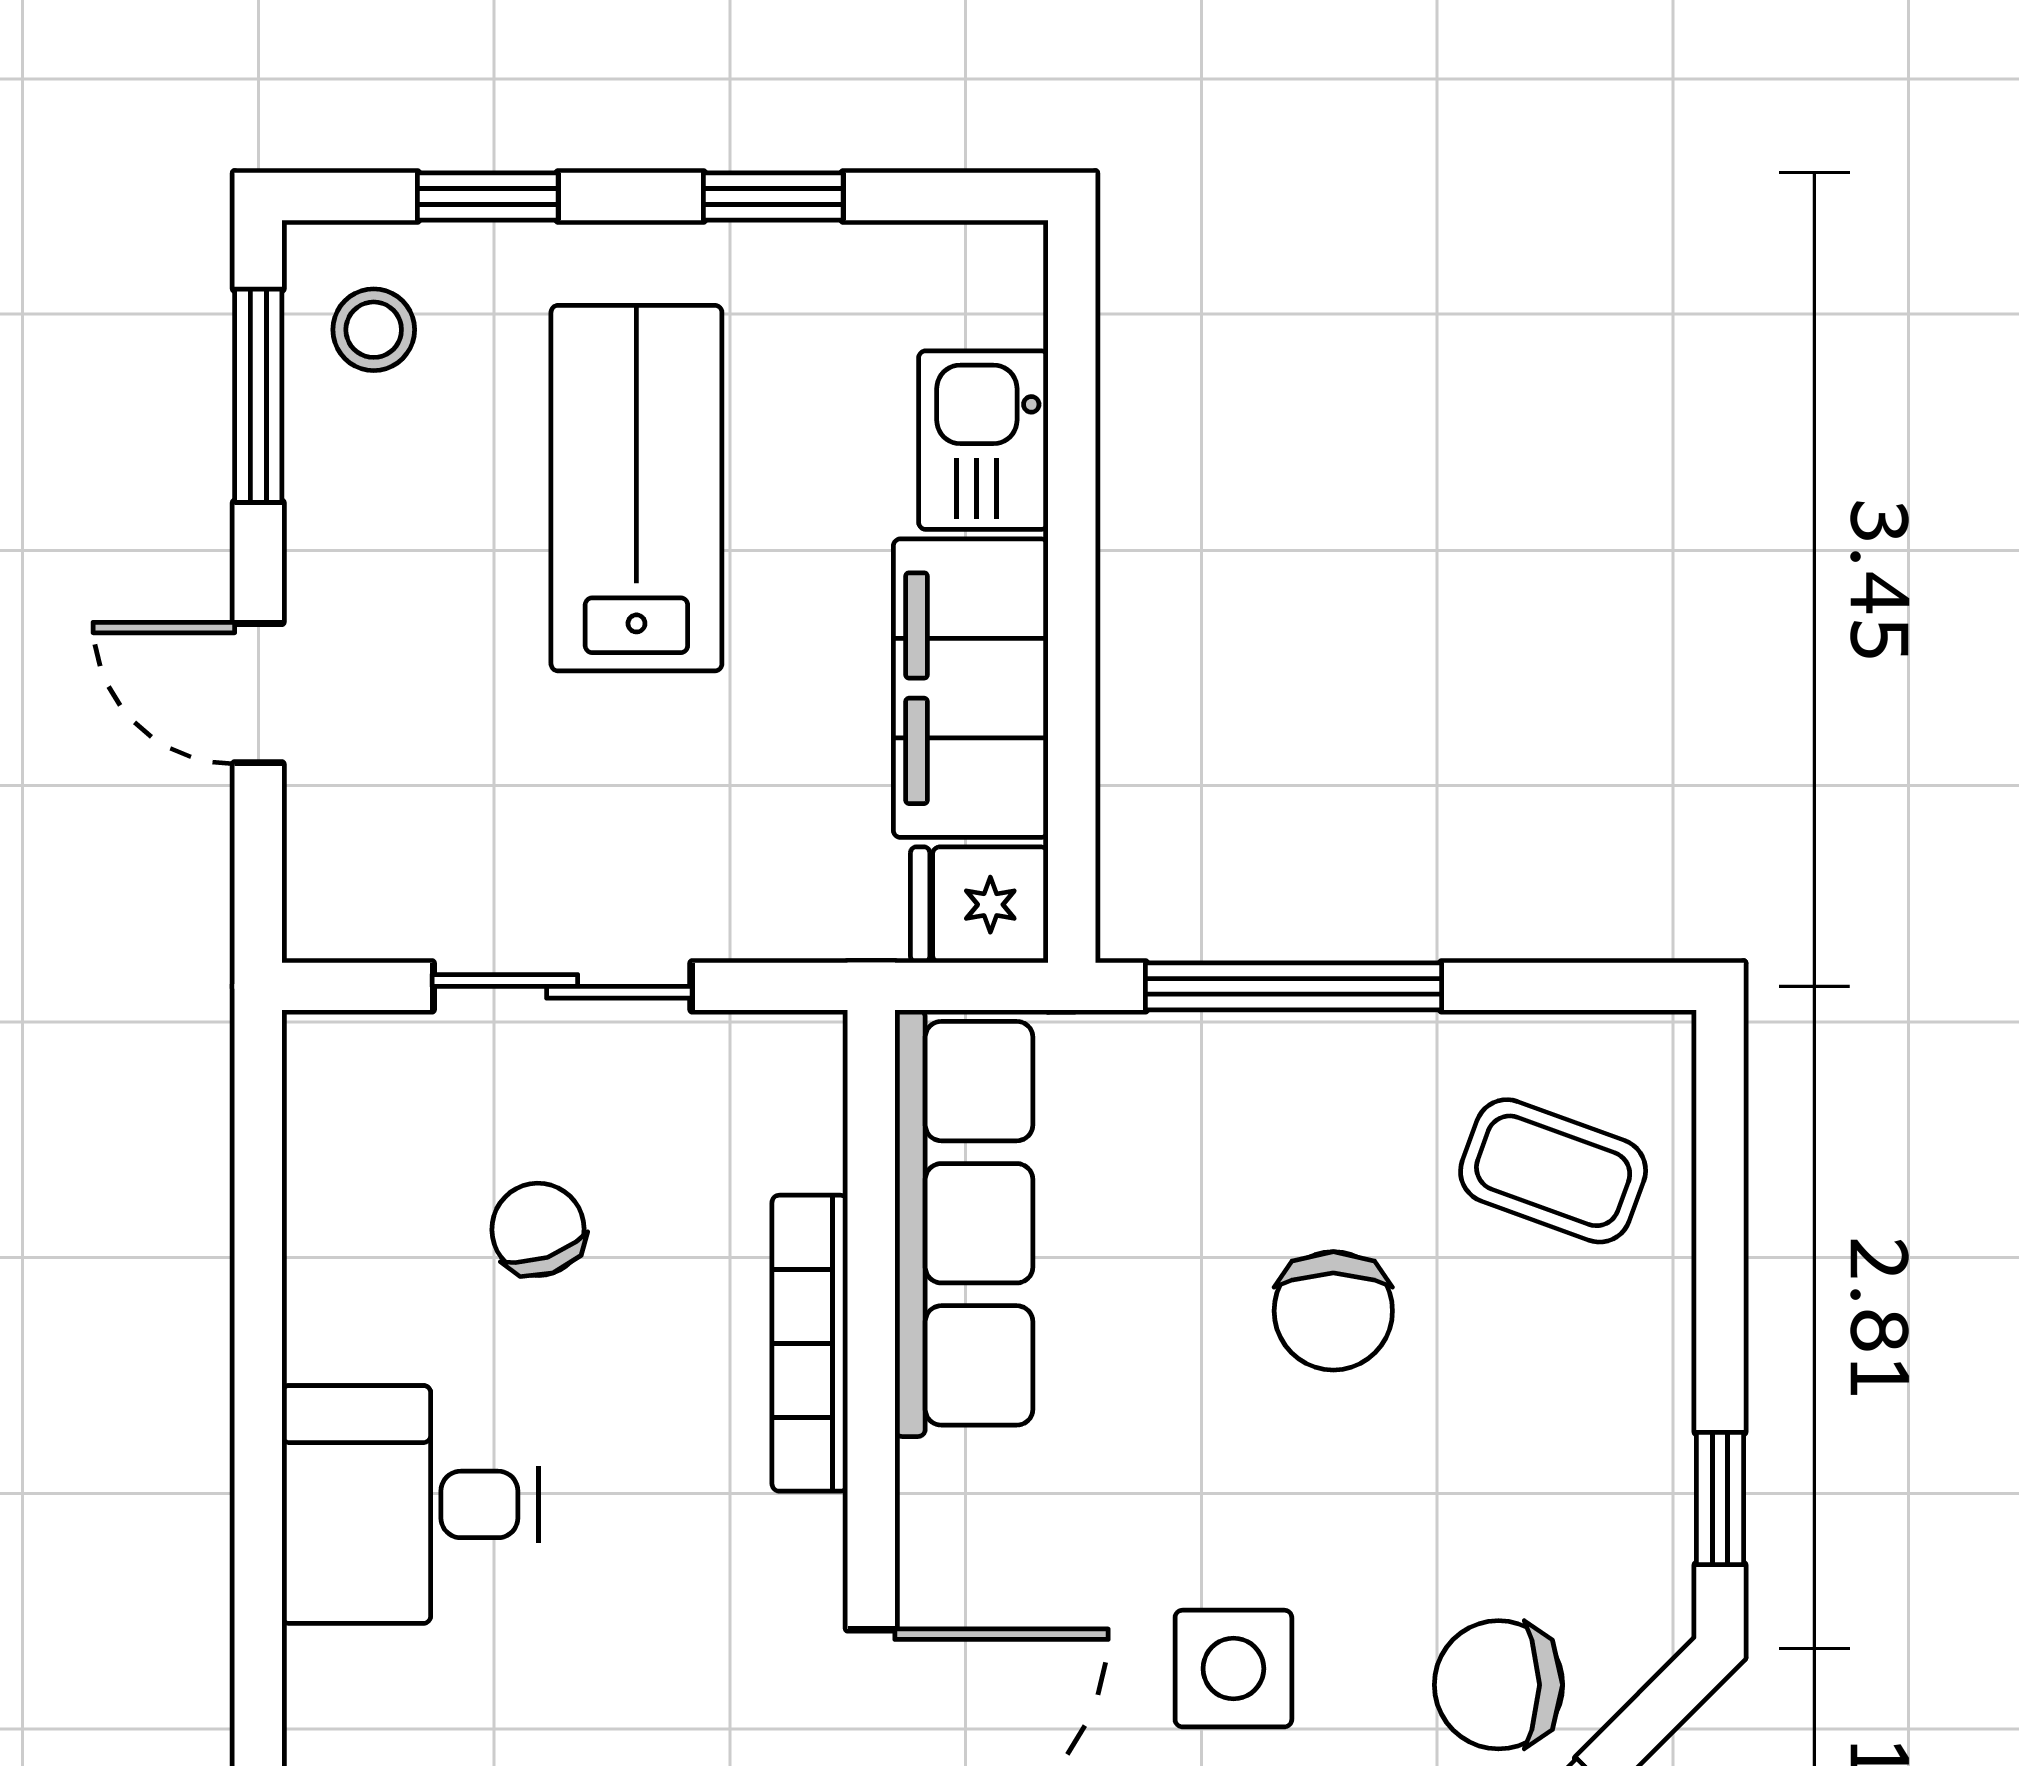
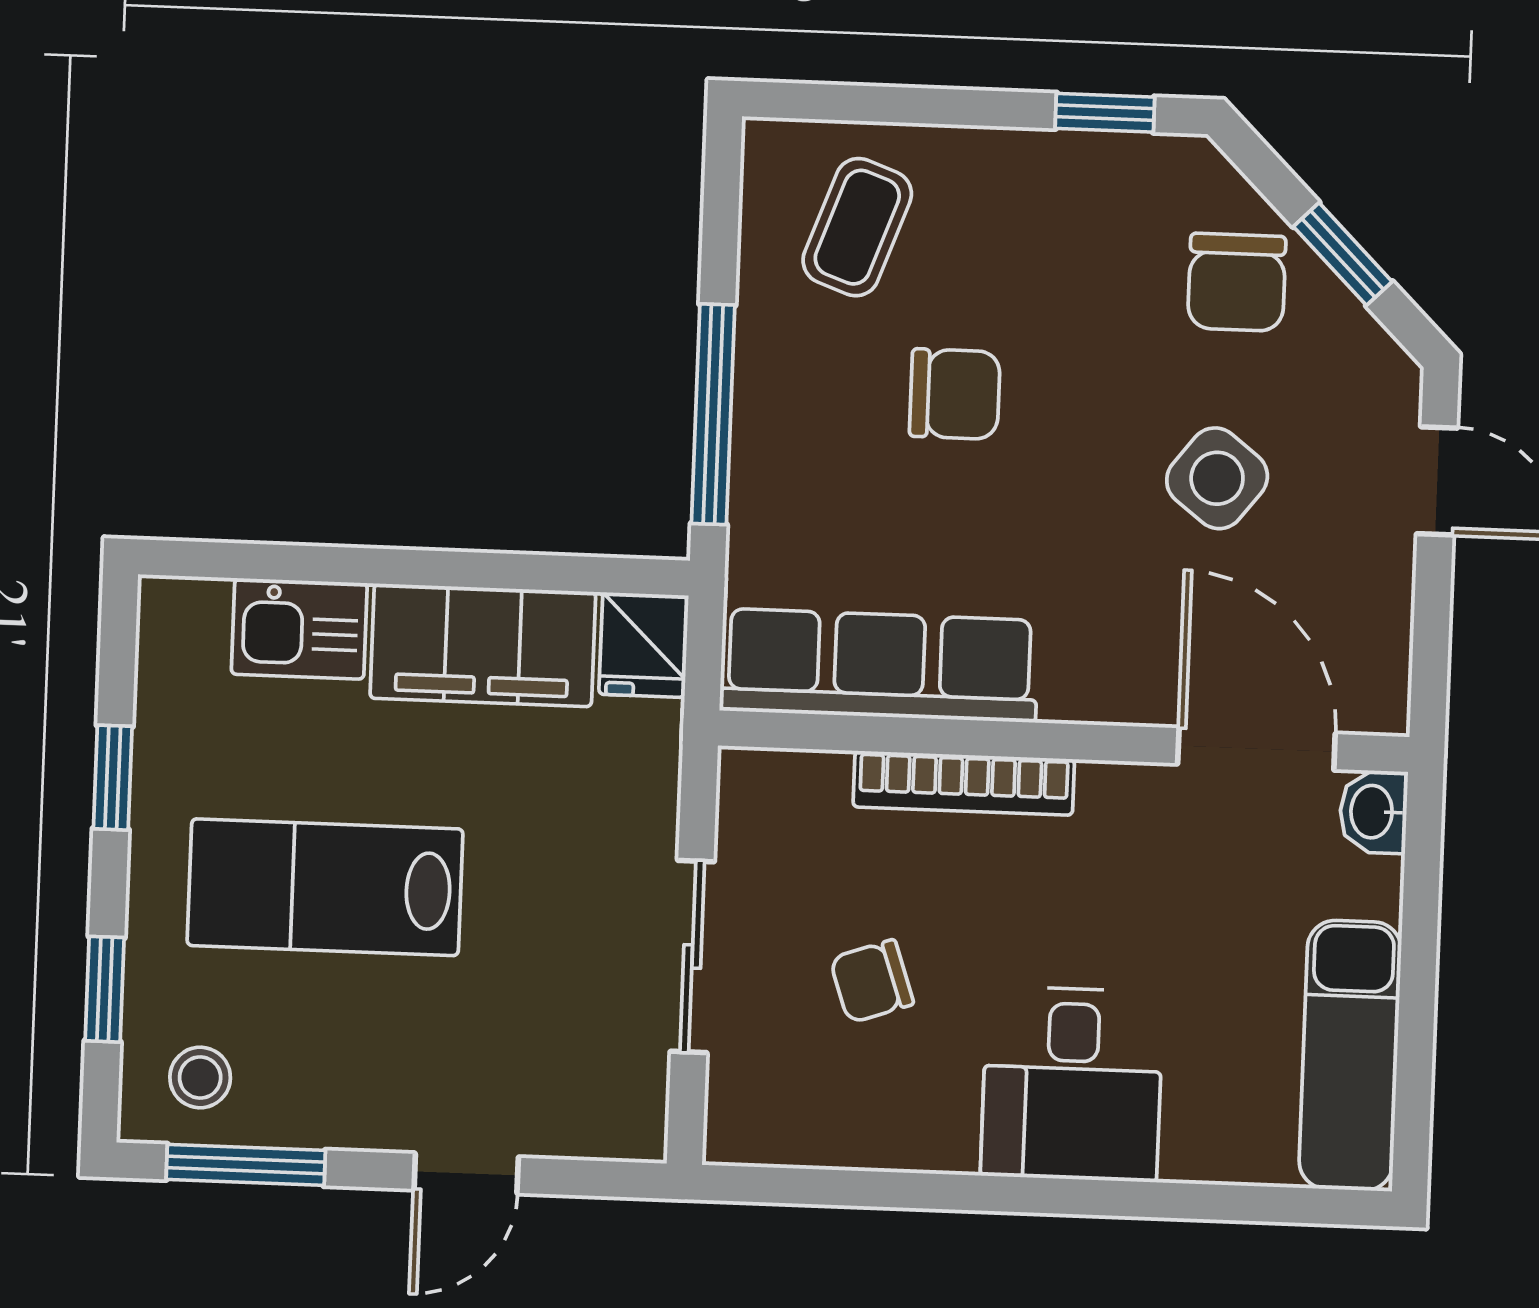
side table: (1233, 1669) -> (1217, 478), turned 38

